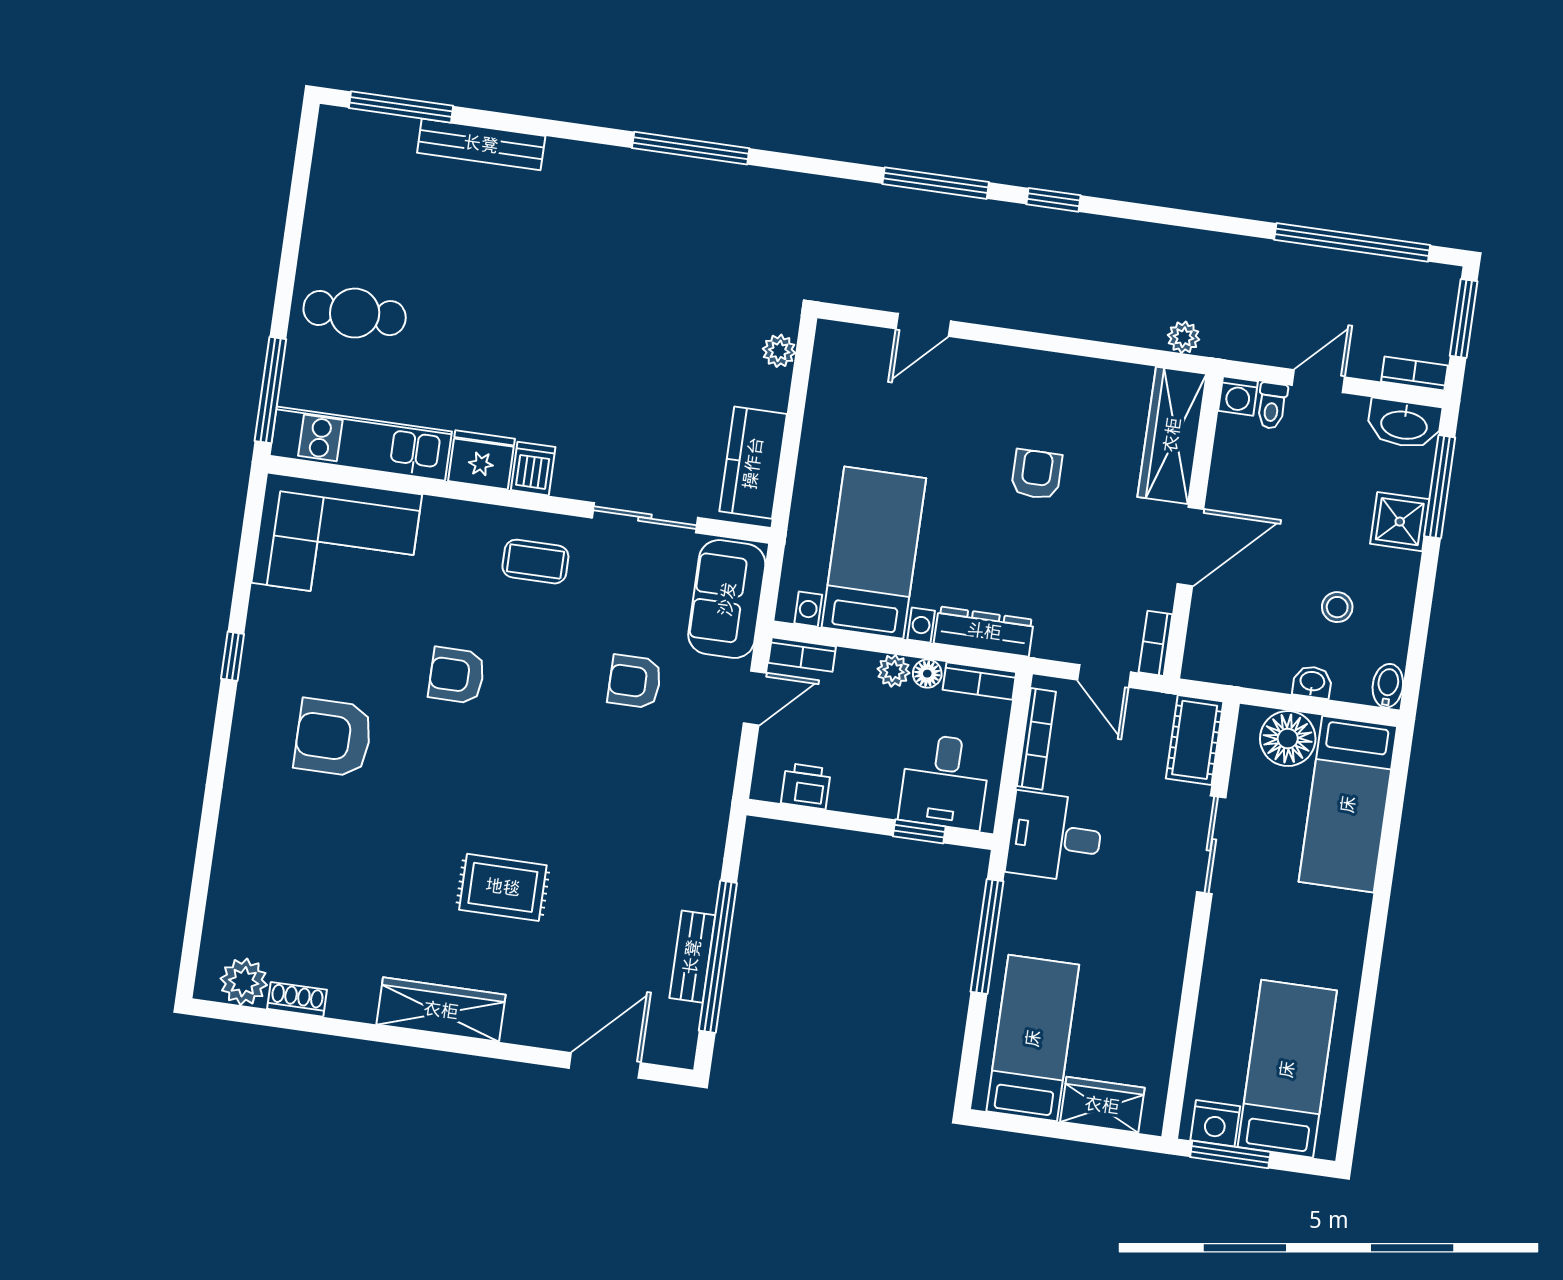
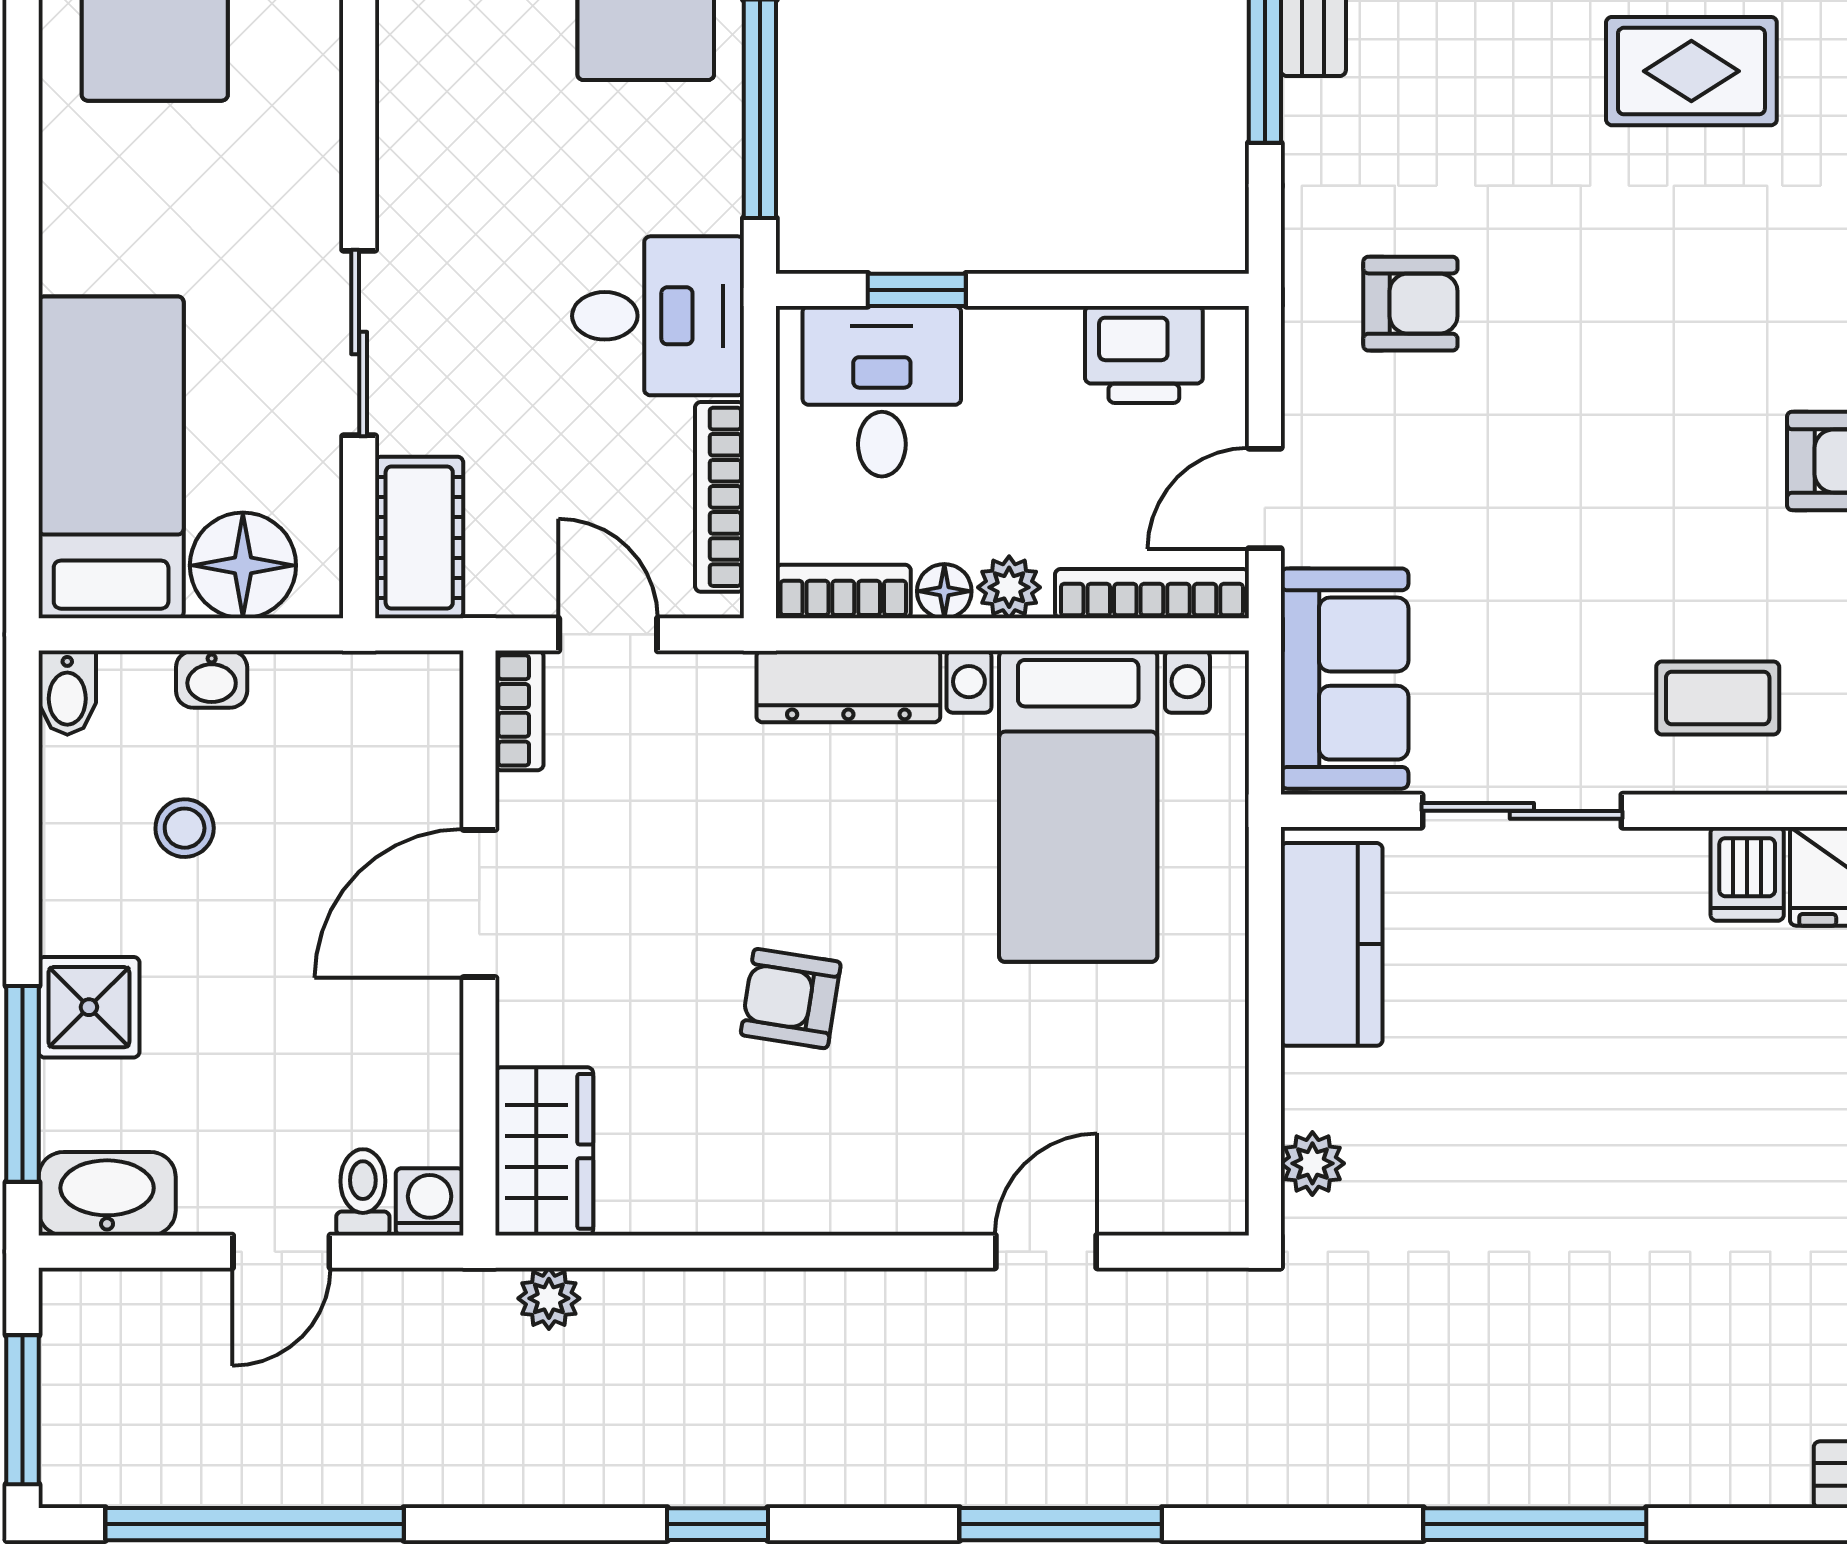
window: (1054, 200) -> (717, 1524), moved
bookcase: (1414, 373) -> (101, 1292), removed
wardrobe: (1172, 435) -> (544, 1151), width x0.67
armchair: (1037, 474) -> (791, 999), turned 99
bookcase: (802, 655) -> (1152, 594), width x1.56
armchair: (635, 682) -> (1410, 304), moved
printer: (806, 786) -> (1144, 354), width x1.36, depth x1.24

